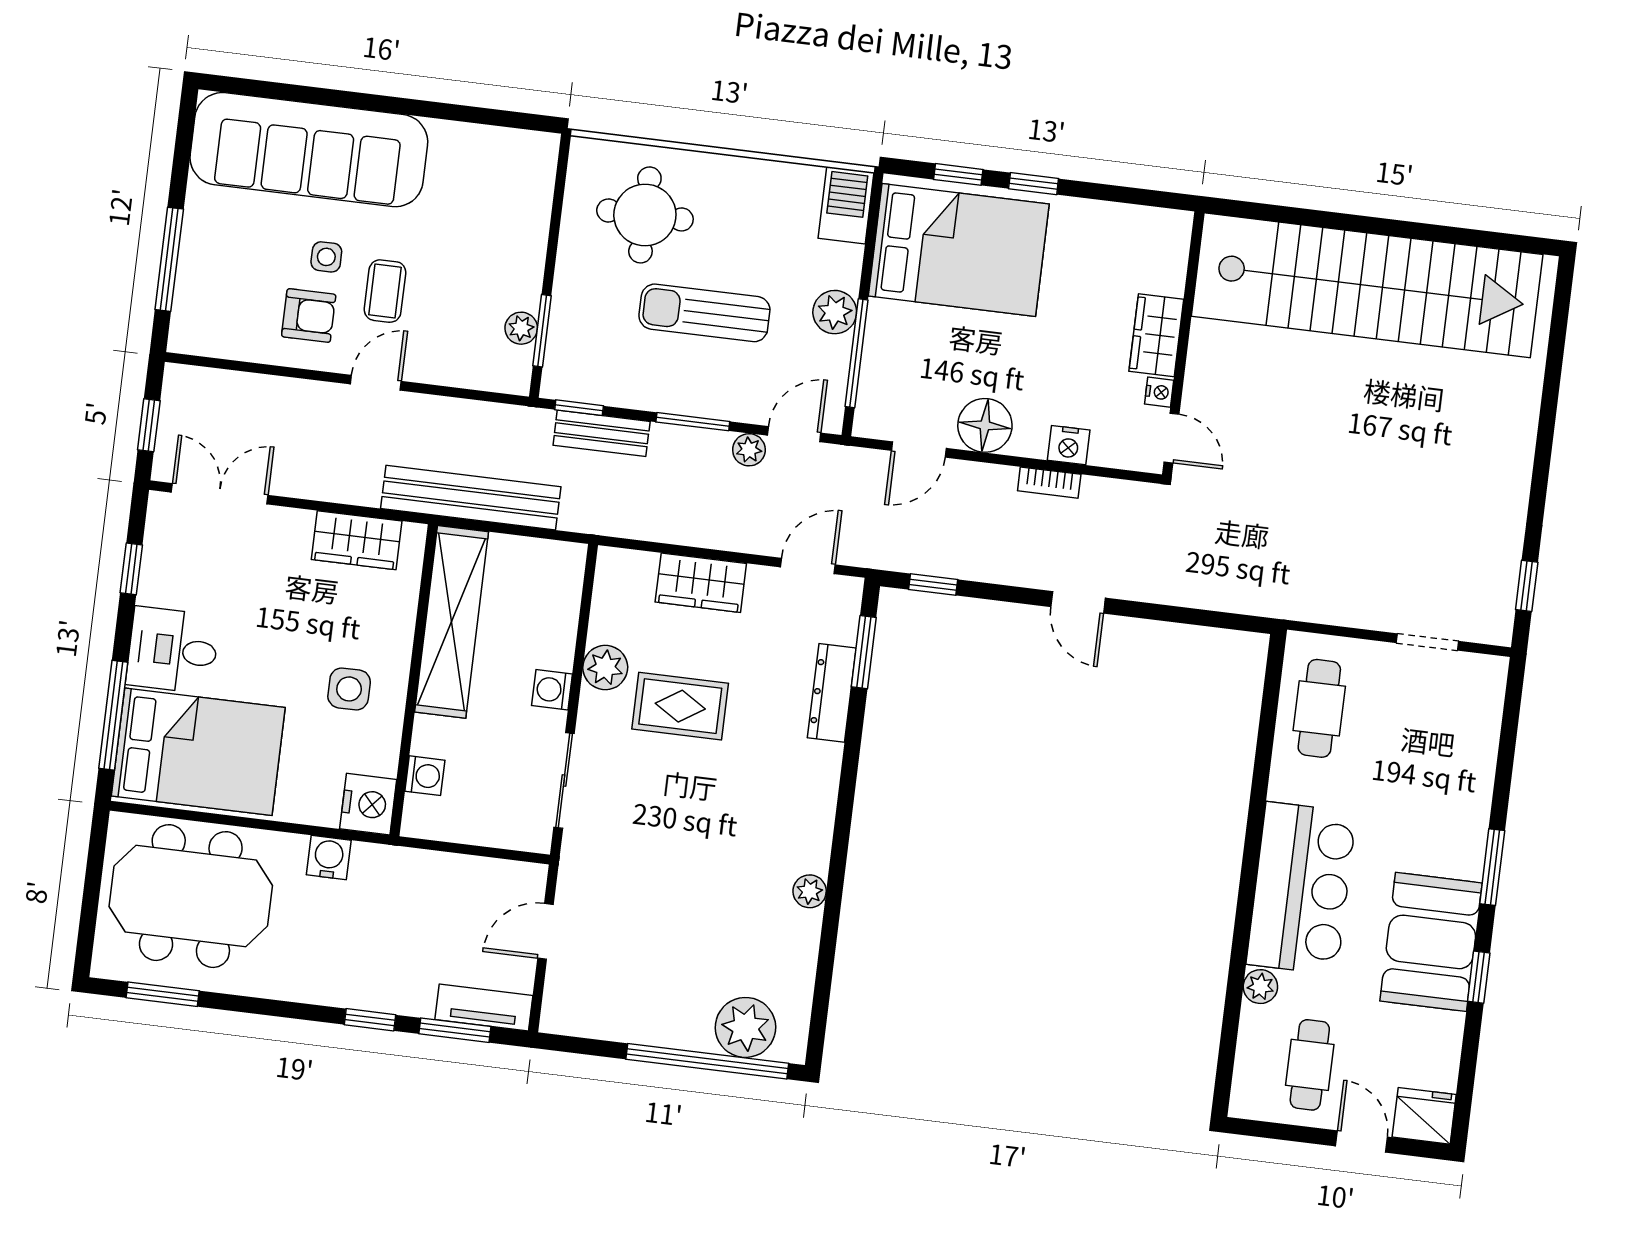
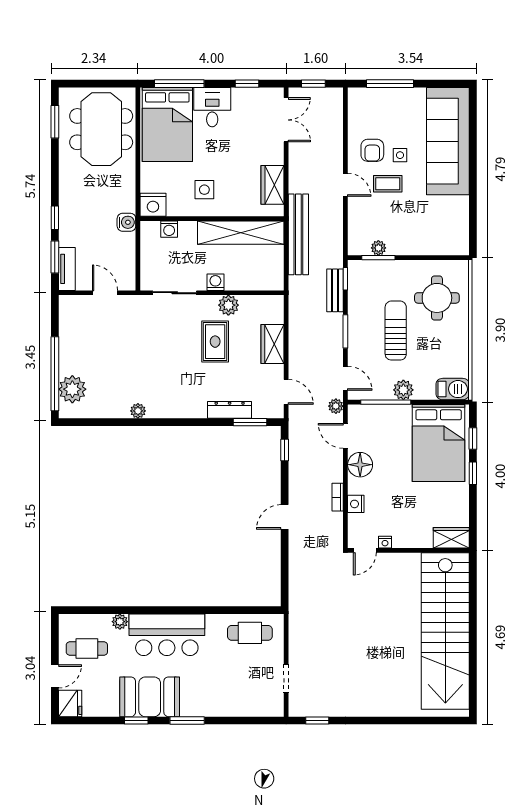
wardrobe: (1156, 335) -> (451, 538), moved
plant: (749, 450) -> (336, 406), moved
water cooler: (329, 858) -> (126, 222), moved

